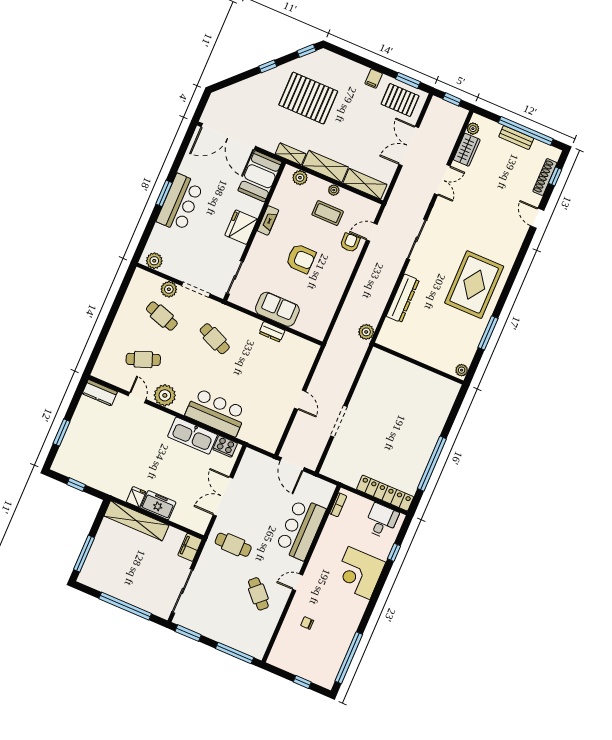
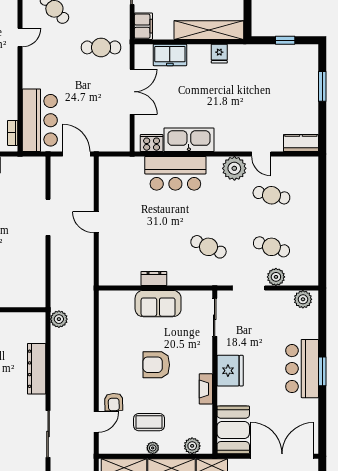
cafe table: (143, 359) -> (271, 195), turned 33
freezer: (158, 505) -> (170, 55), moved
bar counter: (301, 529) -> (40, 120), moved

